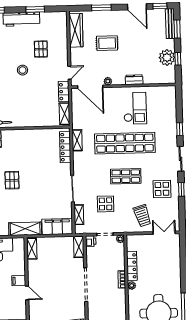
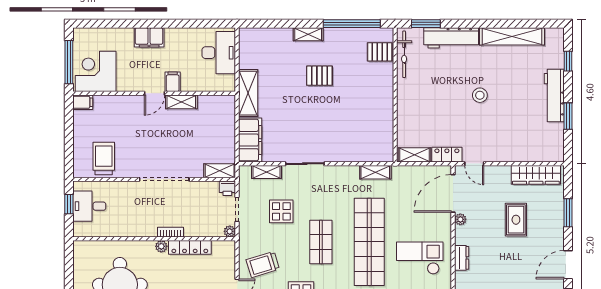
pallet: (41, 49) -> (510, 123), removed
checkout: (135, 108) -> (420, 258), turned 180
locker: (65, 147) -> (366, 155), removed
shelving: (32, 249) -> (181, 102), moved

